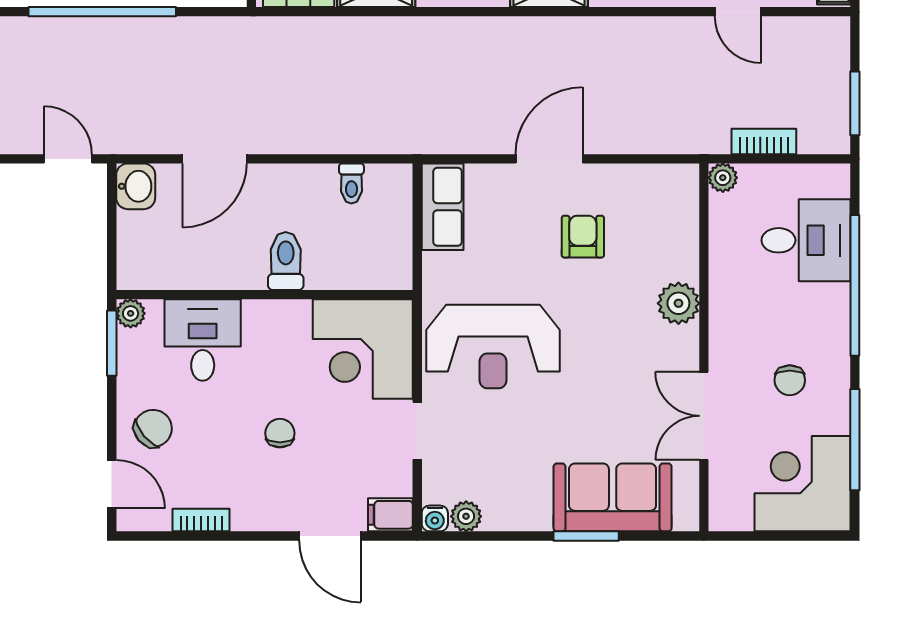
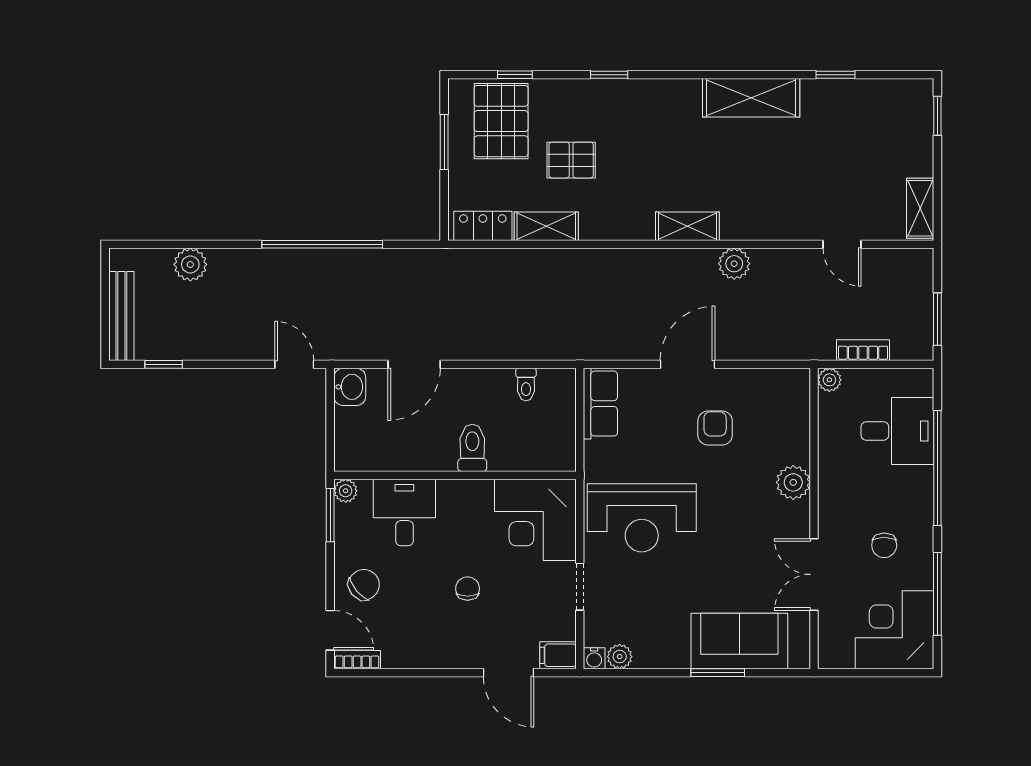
plant: (606, 36) -> (734, 264), added
bookcase: (201, 520) -> (357, 660), moved

